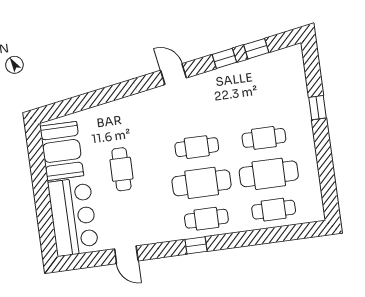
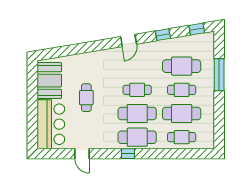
window: (256, 49) -> (197, 29), moved
door: (174, 74) -> (129, 40), swing flipped
cafe table: (259, 102) -> (182, 66), added
window: (318, 108) -> (219, 75), width x2.17
cafe table: (206, 219) -> (137, 137), width x1.37, depth x1.35

